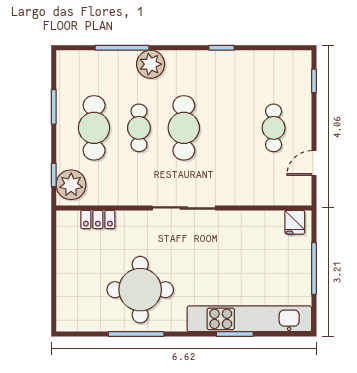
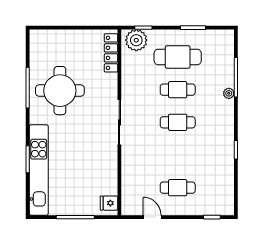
plant: (151, 64) -> (229, 93), width x0.53, depth x0.53
cafe table: (184, 128) -> (178, 122), width x0.73, depth x0.74
locker: (98, 219) -> (111, 53), width x1.53

